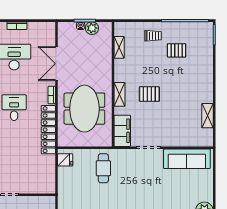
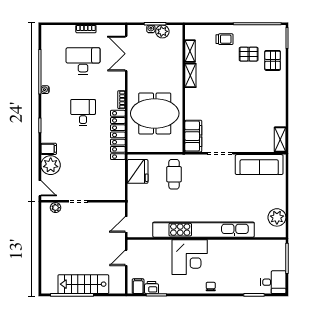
double door: (56, 64) -> (126, 54), moved
shelving: (120, 94) -> (190, 75), moved
pallet: (149, 94) -> (273, 60), moved, turned 90
meeting table: (84, 109) -> (155, 113), turned 90
shelving: (207, 116) -> (280, 140), moved
fridge: (65, 160) -> (138, 171), width x1.88, depth x1.34

